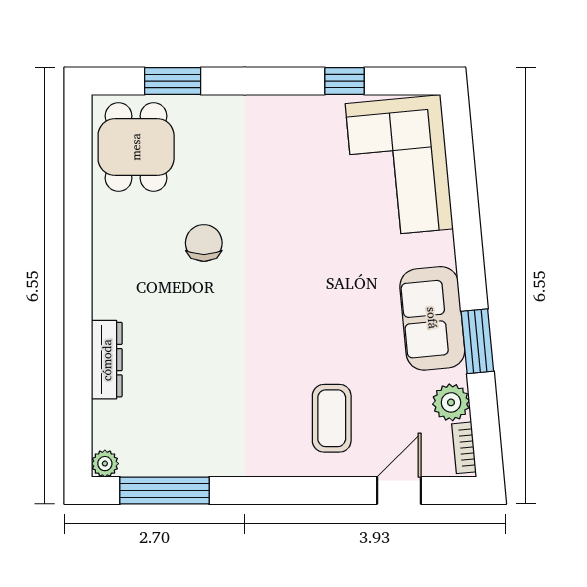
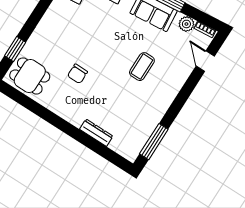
chair: (204, 243) -> (78, 74), turned -90
coffee table: (332, 418) -> (142, 67), moved, turned 90
plant: (105, 464) -> (132, 156), removed

